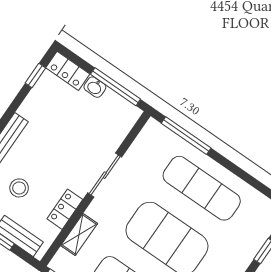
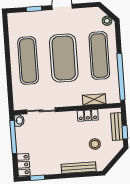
washbasin: (95, 87) -> (19, 121), moved
window: (186, 136) -> (10, 87), removed
sliding door: (105, 175) -> (41, 111), moved

